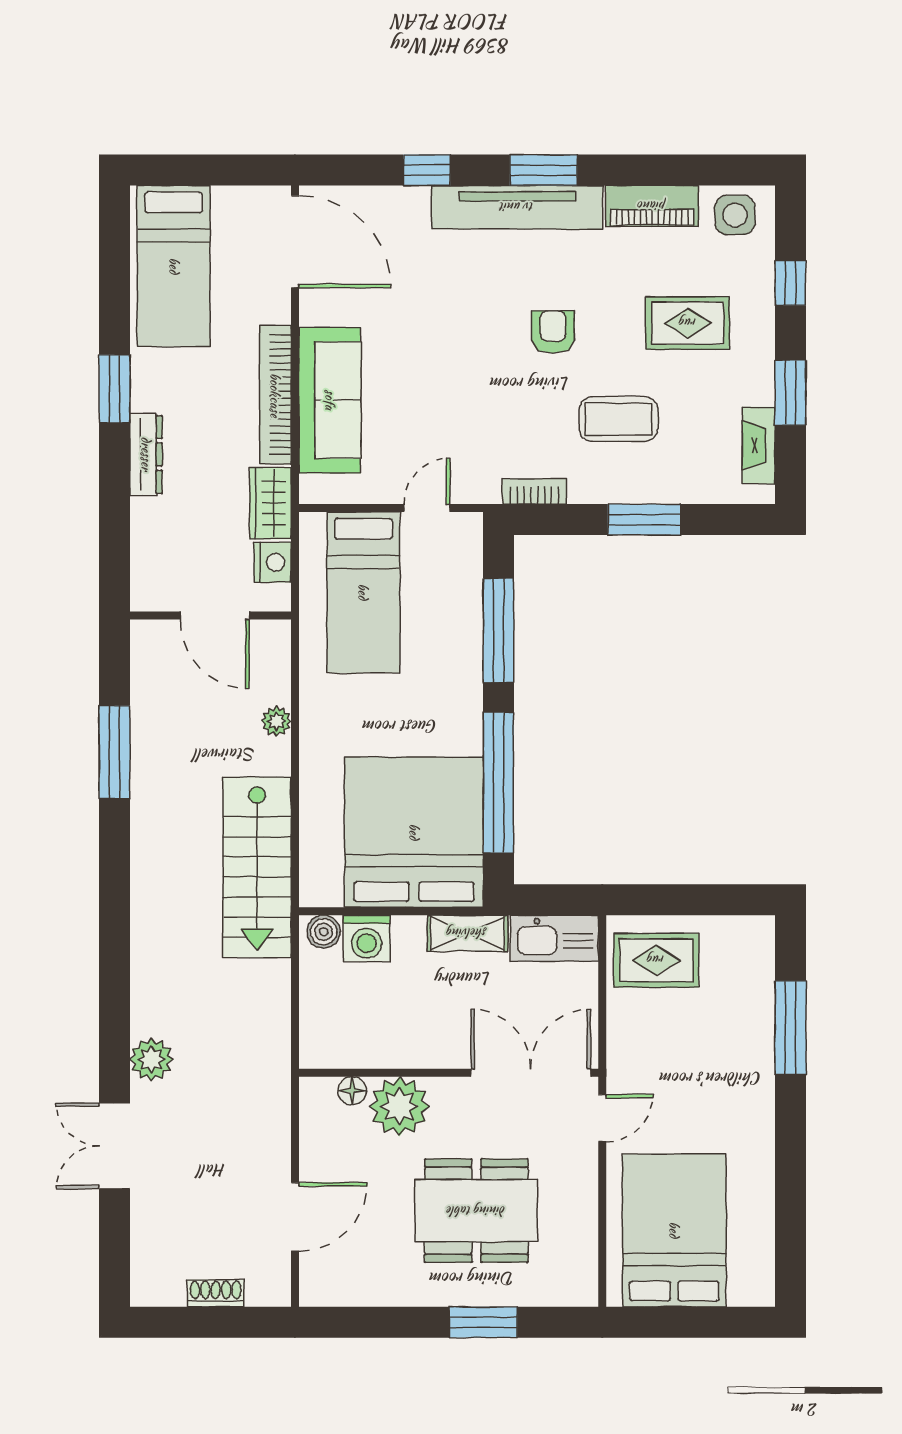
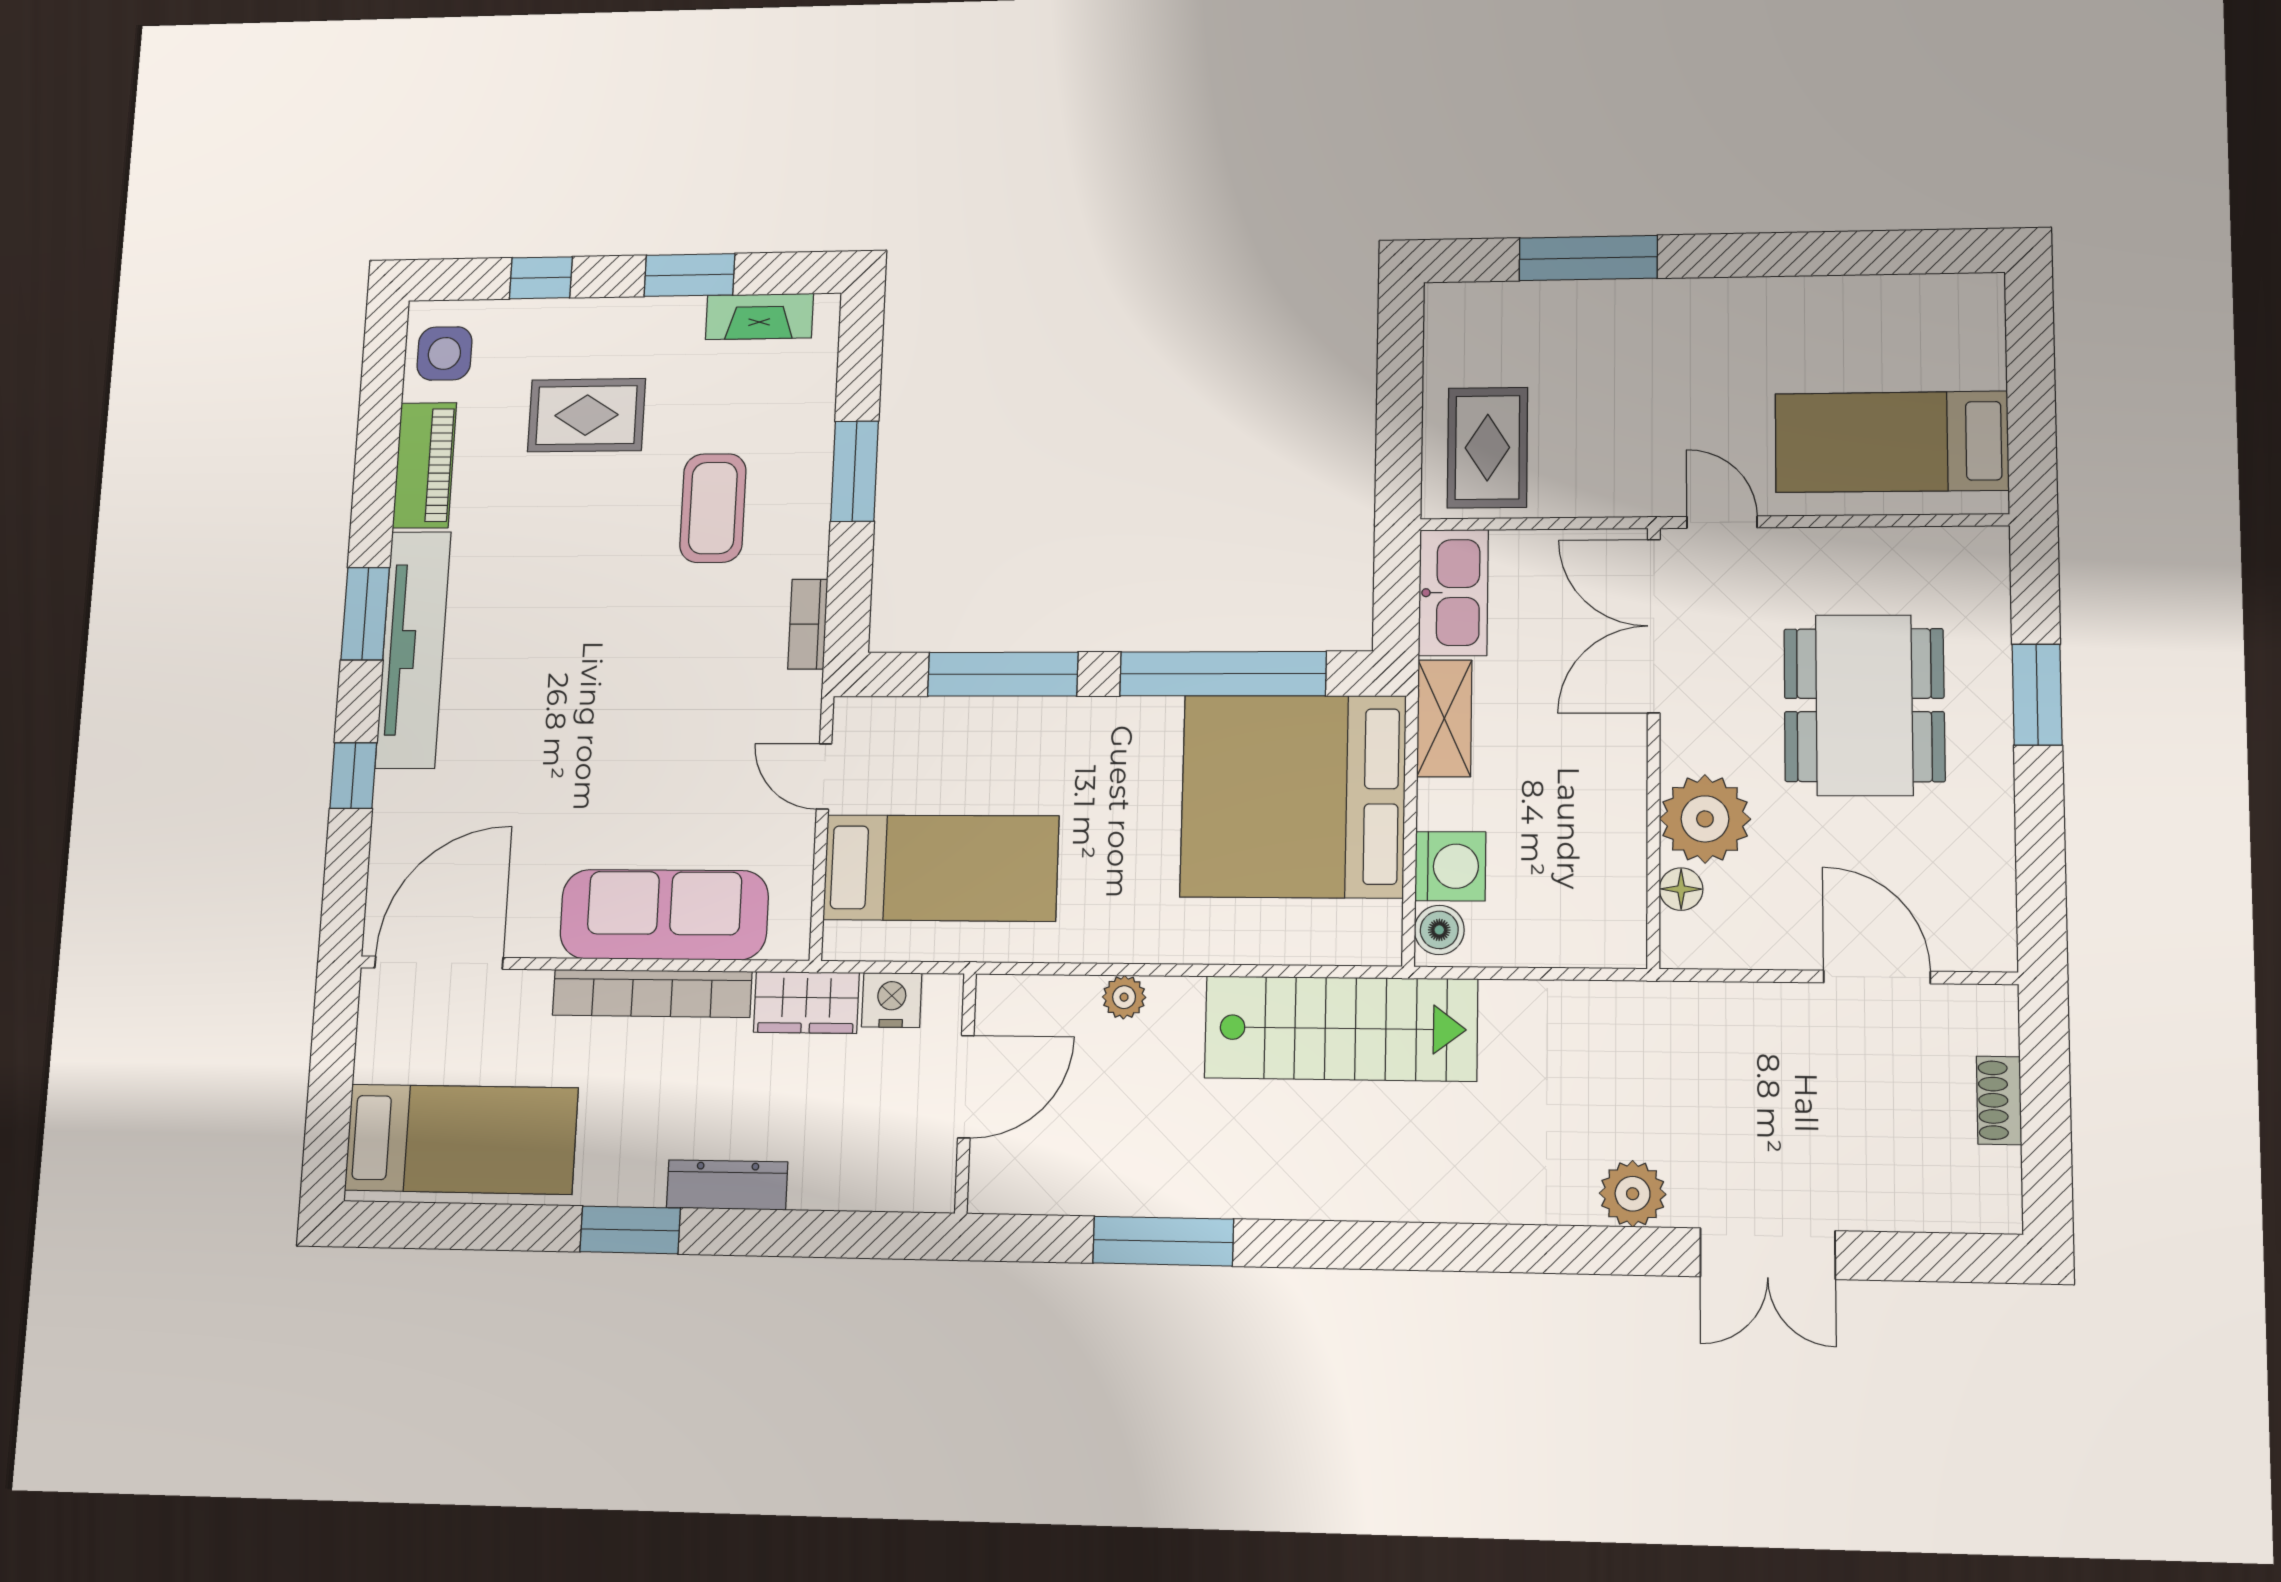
rug: (688, 323) -> (586, 415), turned 90
armchair: (553, 332) -> (587, 599), removed
bed: (674, 1230) -> (1891, 442), width x0.67

